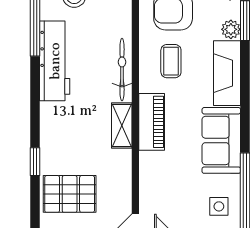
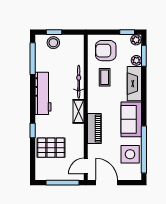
workbench: (55, 61) -> (43, 93), moved
piano: (152, 122) -> (94, 128), moved
side table: (219, 206) -> (130, 154), width x1.87, depth x1.87

